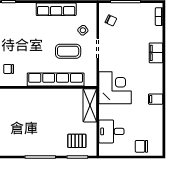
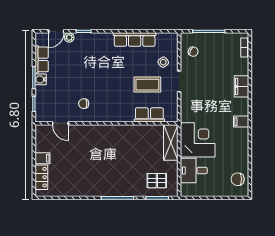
row of seats: (56, 80) -> (149, 115), width x0.50
corner desk: (115, 88) -> (198, 140), moved
filing cabinet: (156, 99) -> (241, 122), moved
chair: (141, 146) -> (238, 179), moved

